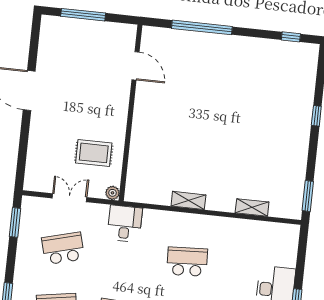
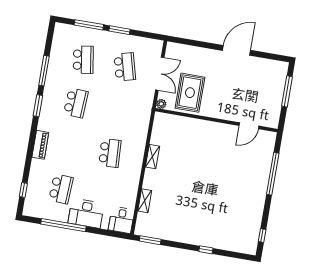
rug: (94, 153) -> (190, 93), width x1.36, depth x1.43
double door: (69, 198) -> (160, 74), width x1.37
window: (15, 222) -> (120, 30), moved
desk: (125, 224) -> (121, 220), moved, turned 90

